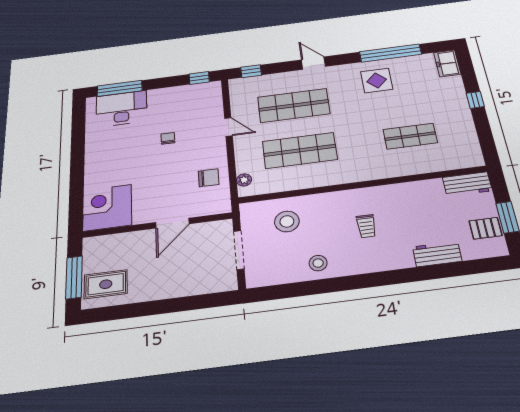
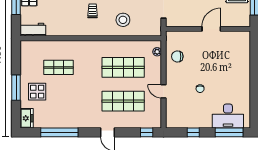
window: (199, 78) -> (193, 132), moved
display table: (377, 80) -> (37, 92), moved
window: (475, 100) -> (16, 88), width x2.17
corner desk: (107, 208) -> (236, 45), removed
stool: (287, 221) -> (123, 20), moved
door: (172, 223) -> (211, 29), moved

